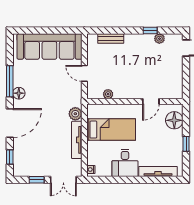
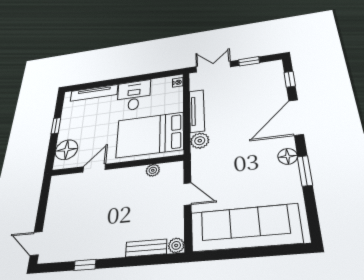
plant: (159, 39) -> (176, 245), moved
window: (10, 81) -> (305, 171), width x0.69
bed: (111, 130) -> (150, 135), width x1.50

